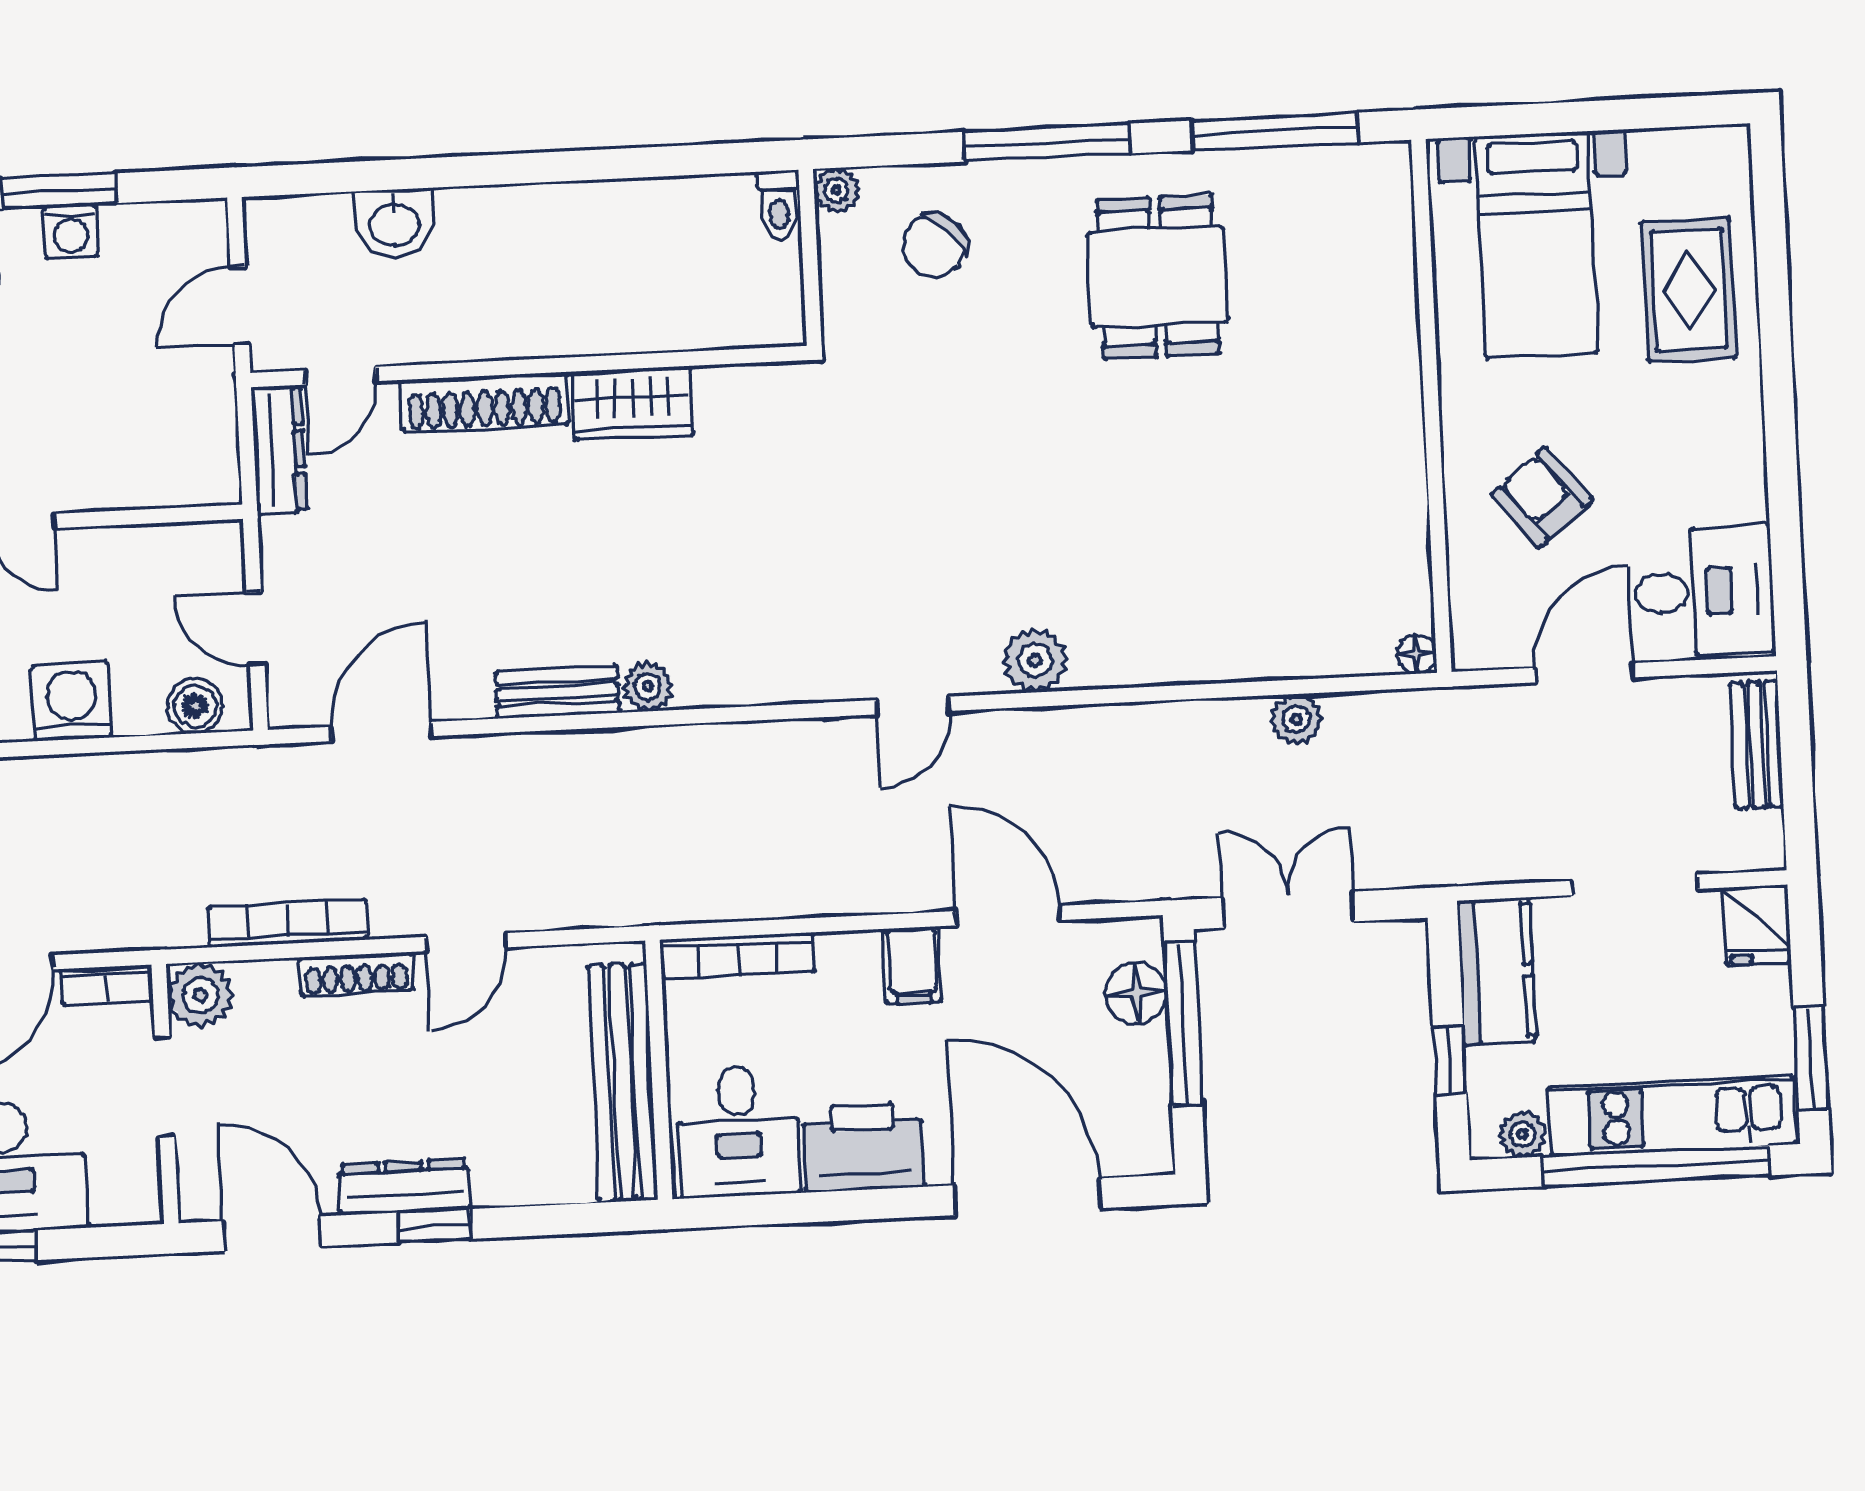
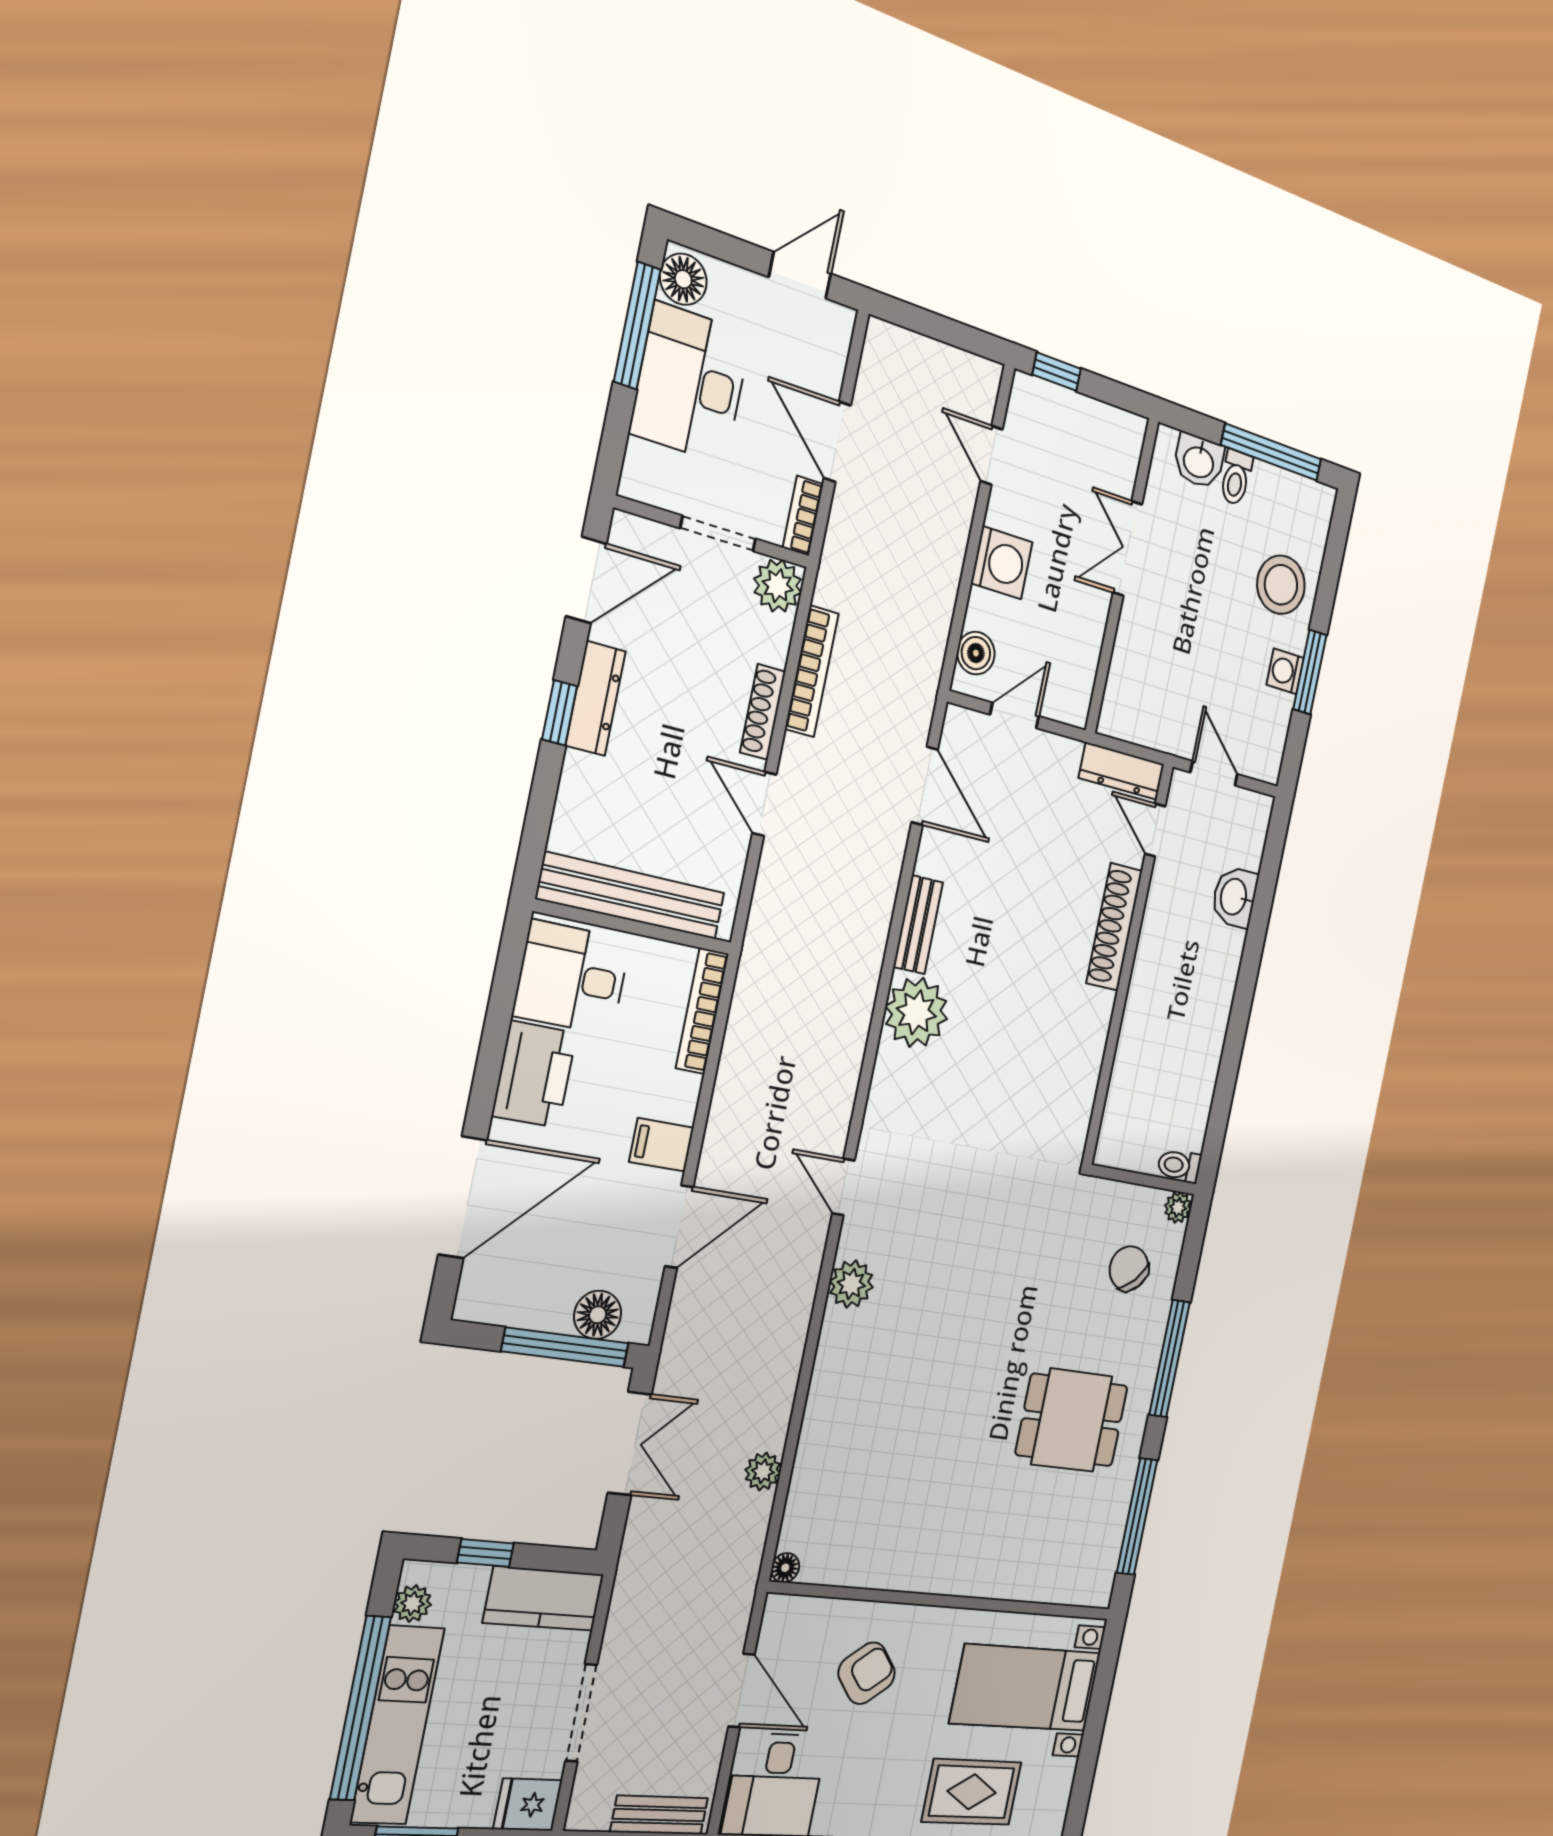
wardrobe: (633, 403) -> (1087, 1032), removed
plant: (648, 687) -> (916, 1012), width x1.87, depth x1.87

